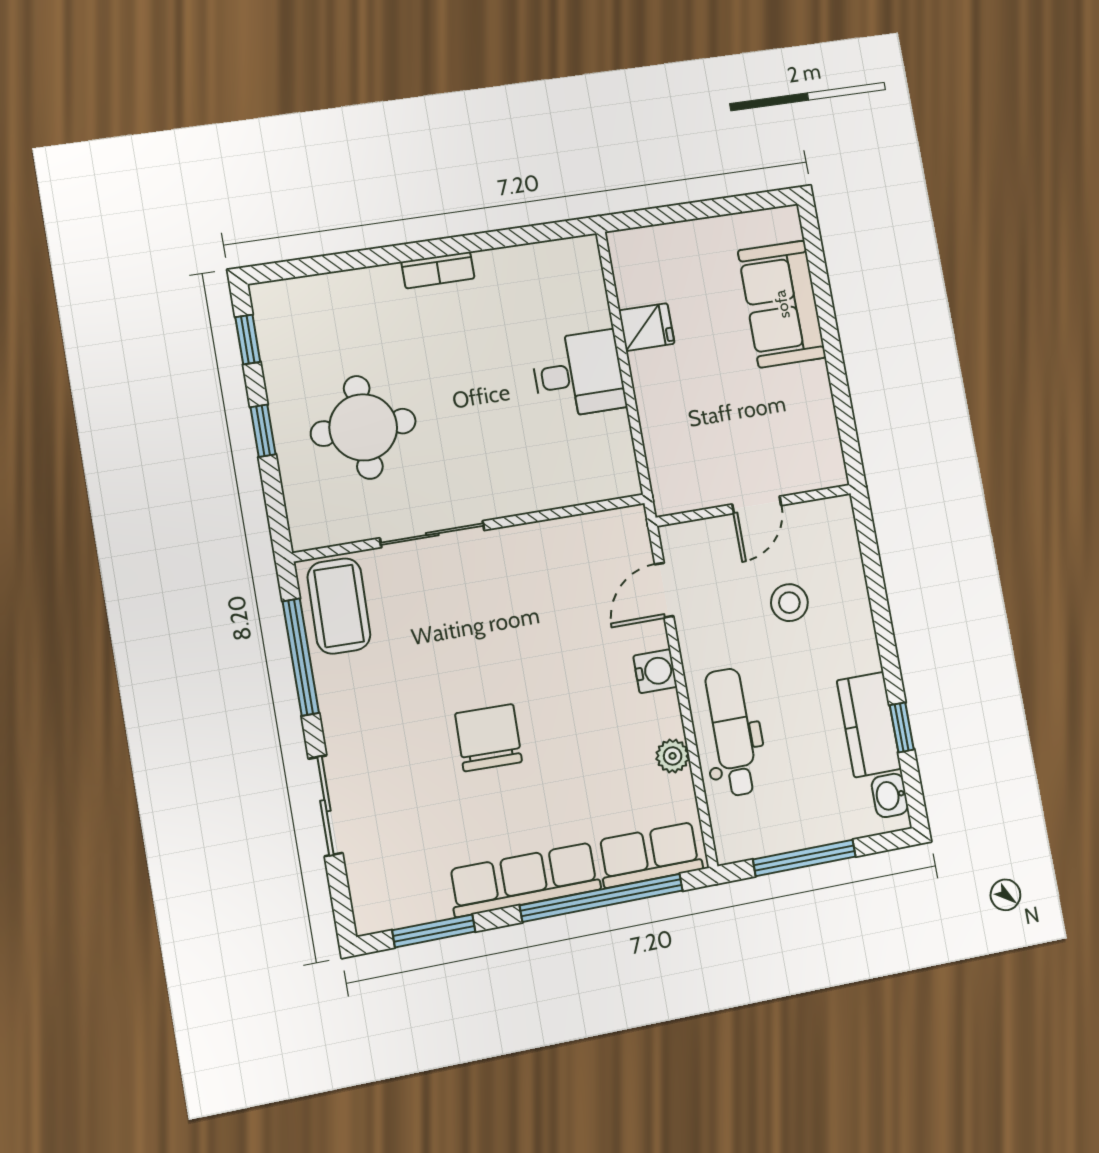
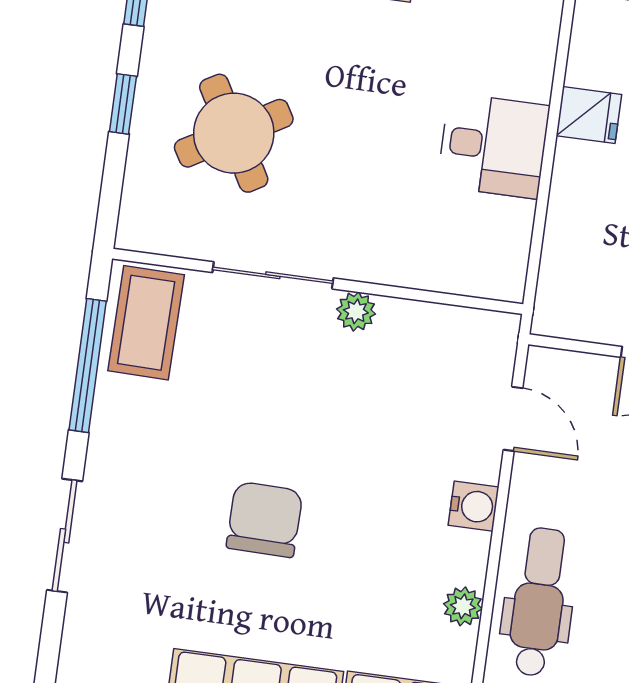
round table: (363, 427) -> (234, 133), turned -30
plant: (510, 543) -> (356, 311), added
door: (664, 590) -> (513, 419), swing flipped

